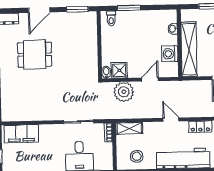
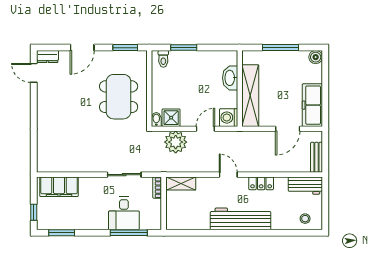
washbasin: (173, 29) -> (230, 78), width x1.91, depth x1.45
washing machine: (170, 54) -> (229, 118), moved
dining table: (35, 55) -> (119, 97), moved, width x1.38
stool: (137, 156) -> (189, 215), removed

